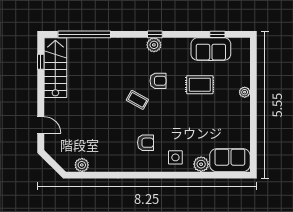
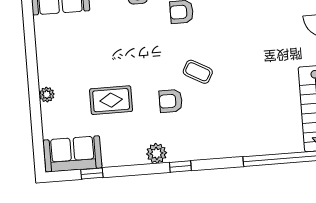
plant: (154, 45) -> (157, 153), moved
sofa: (211, 49) -> (73, 154), moved

